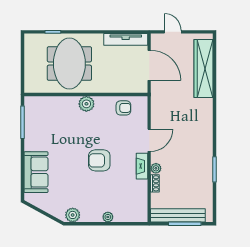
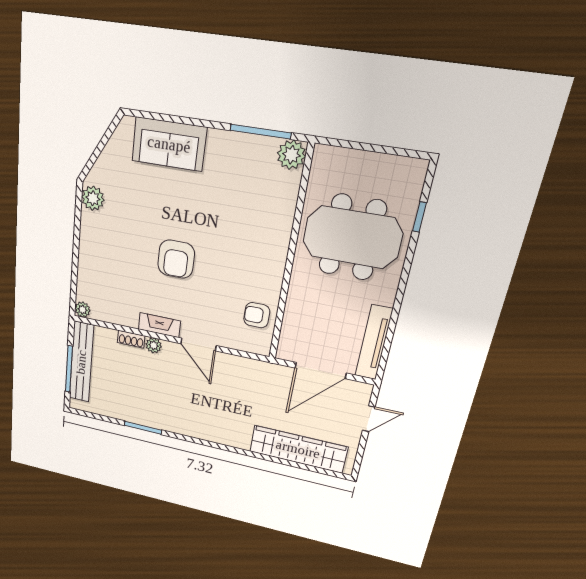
plant: (86, 104) -> (291, 155), moved
armchair: (123, 108) -> (257, 315), turned 90
armchair: (99, 160) -> (176, 259), turned 180
plant: (108, 217) -> (83, 310), moved

